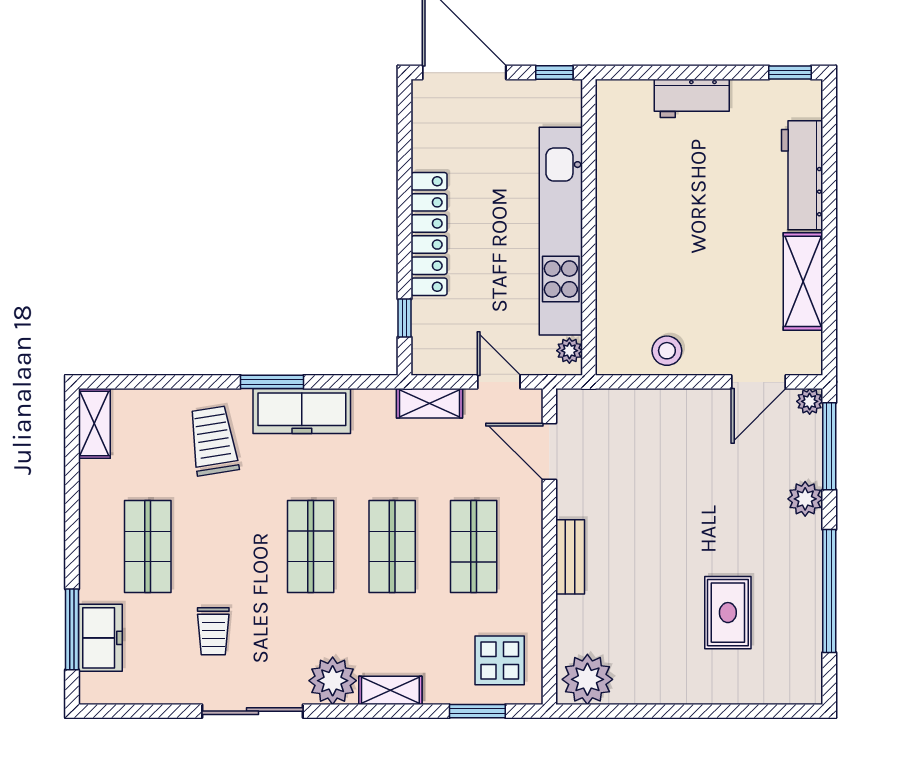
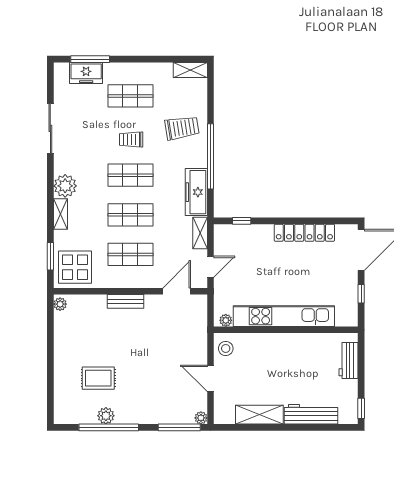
wall: (589, 227) -> (286, 330), moved
kitchen unit: (561, 231) -> (284, 316), moved
locker: (429, 234) -> (304, 233), moved
plant: (569, 351) -> (226, 320), moved
window: (272, 382) -> (211, 156), width x2.11
door: (758, 382) -> (211, 378), moved
freezer: (302, 411) -> (196, 192), moved
plant: (805, 499) -> (106, 416), moved
trolley: (213, 631) -> (131, 140), moved
display table: (500, 660) -> (75, 267), width x1.36, depth x1.36
plant: (587, 679) -> (60, 304), width x0.53, depth x0.53
sliding door: (253, 711) -> (50, 128), moved

